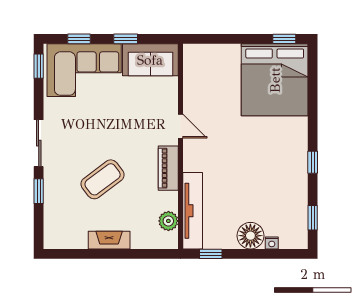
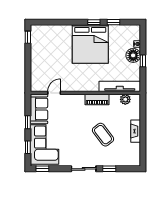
bed: (275, 80) -> (90, 44), moved, turned 90
door: (180, 126) -> (54, 93), moved
window: (313, 218) -> (113, 22), moved
window: (211, 254) -> (143, 61), moved

